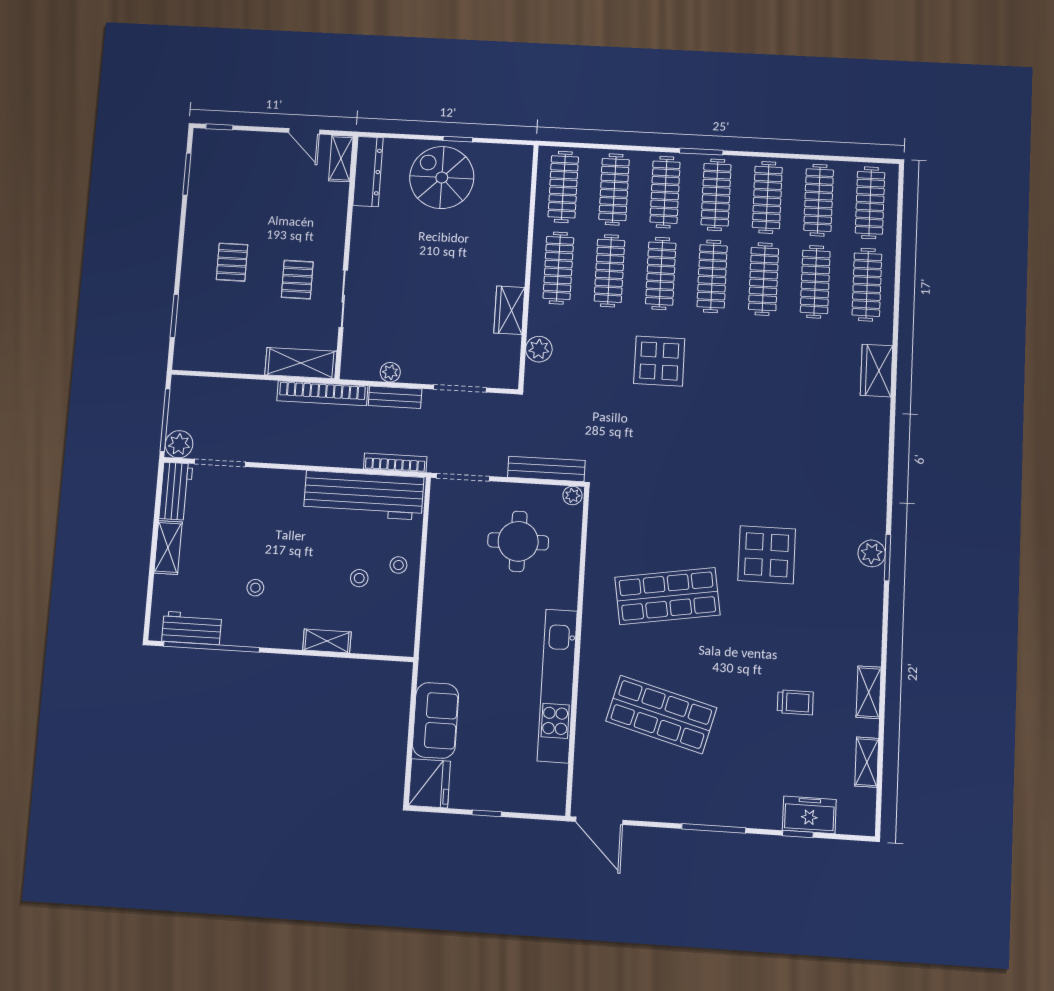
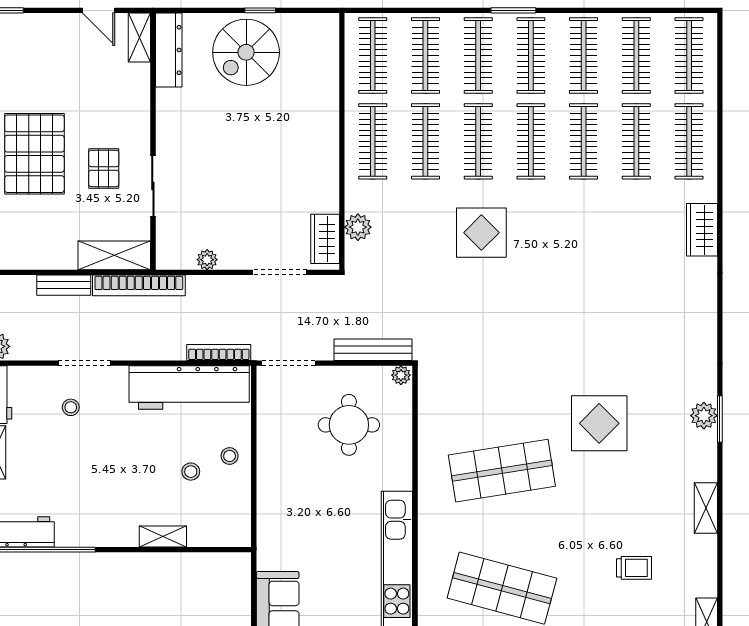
spiral stairs: (442, 178) -> (246, 52), turned -90
pallet: (232, 262) -> (34, 154), width x2.05, depth x2.00
wardrobe: (509, 310) -> (325, 239), moved
bench: (395, 397) -> (64, 285), moved
doorway: (220, 463) -> (85, 363), moved
stool: (255, 588) -> (71, 407), moved
shelving: (869, 692) -> (706, 508), moved

